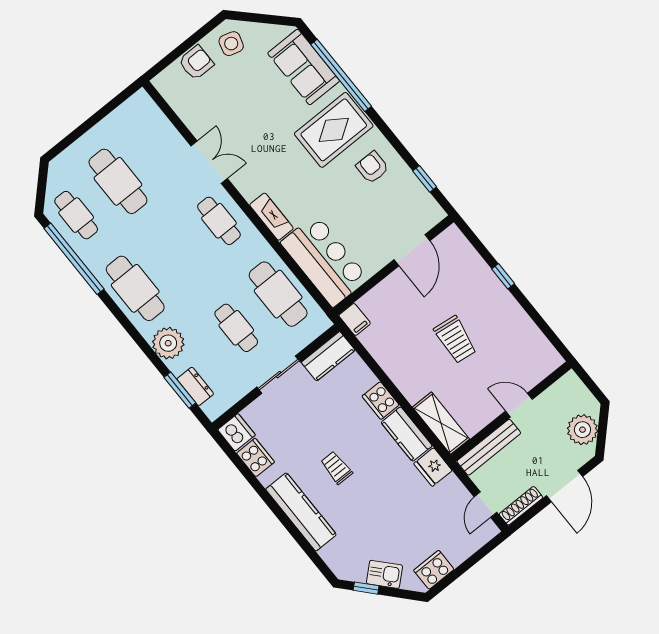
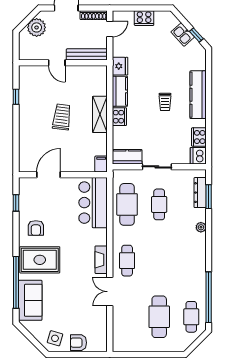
fireplace: (271, 217) -> (101, 260), moved
window: (503, 276) -> (16, 97), moved
cafe table: (135, 288) -> (191, 261), removed
plant: (168, 343) -> (201, 227), width x0.53, depth x0.53
dresser: (195, 386) -> (200, 193), width x1.44
shelving: (441, 423) -> (100, 114), moved
cooker: (434, 570) -> (144, 18), moved

